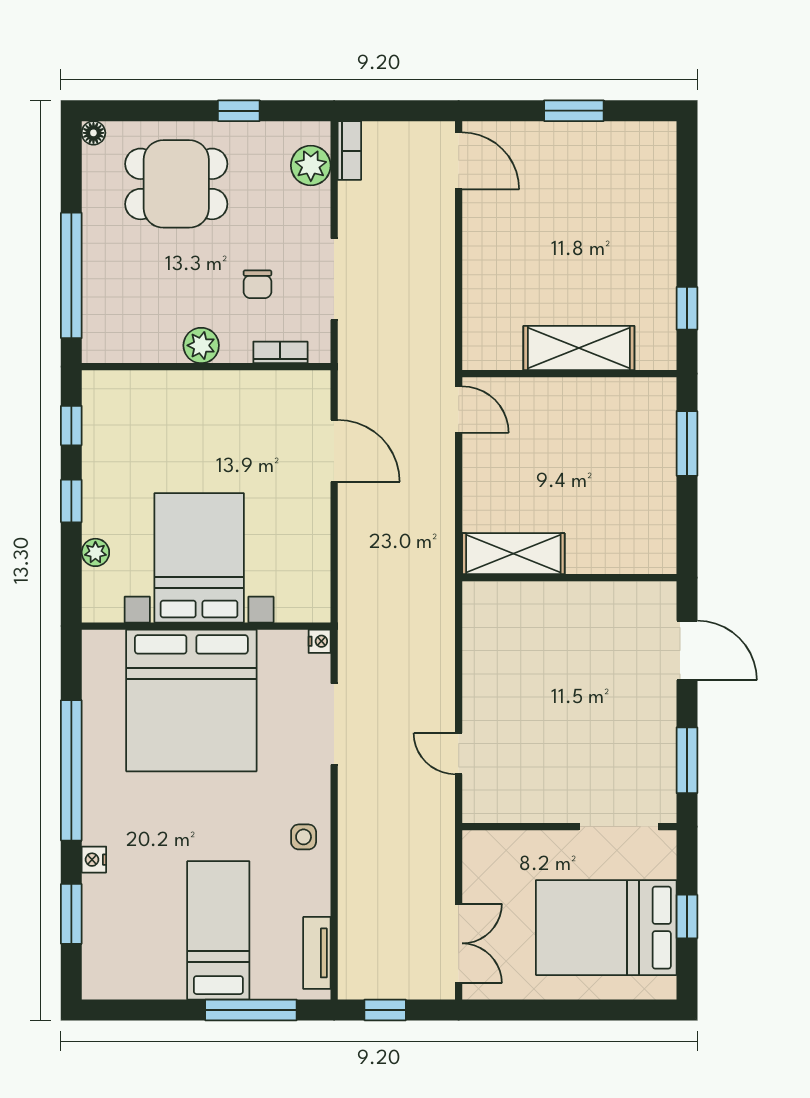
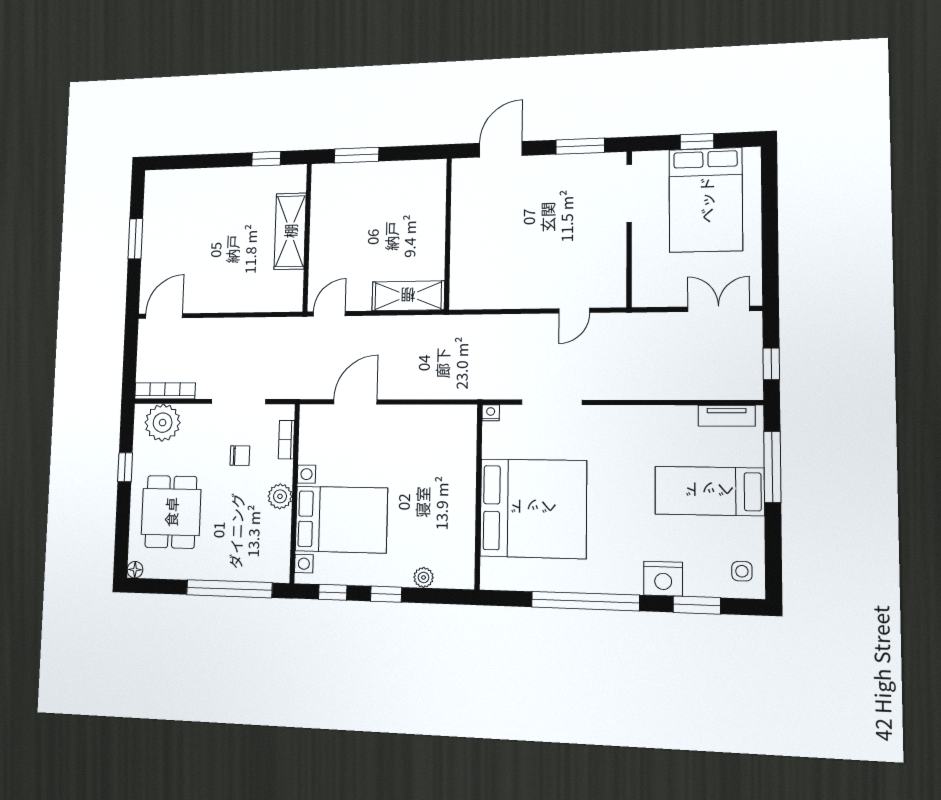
bookcase: (349, 151) -> (165, 391), width x1.56
plant: (311, 165) -> (163, 423), width x1.36, depth x1.36
shelving: (513, 554) -> (408, 296), moved, turned 90
bed with nightstands: (199, 558) -> (341, 520), moved, turned 180
side table: (304, 837) -> (742, 571), moved
nightstand: (94, 860) -> (663, 579), width x1.89, depth x1.79

